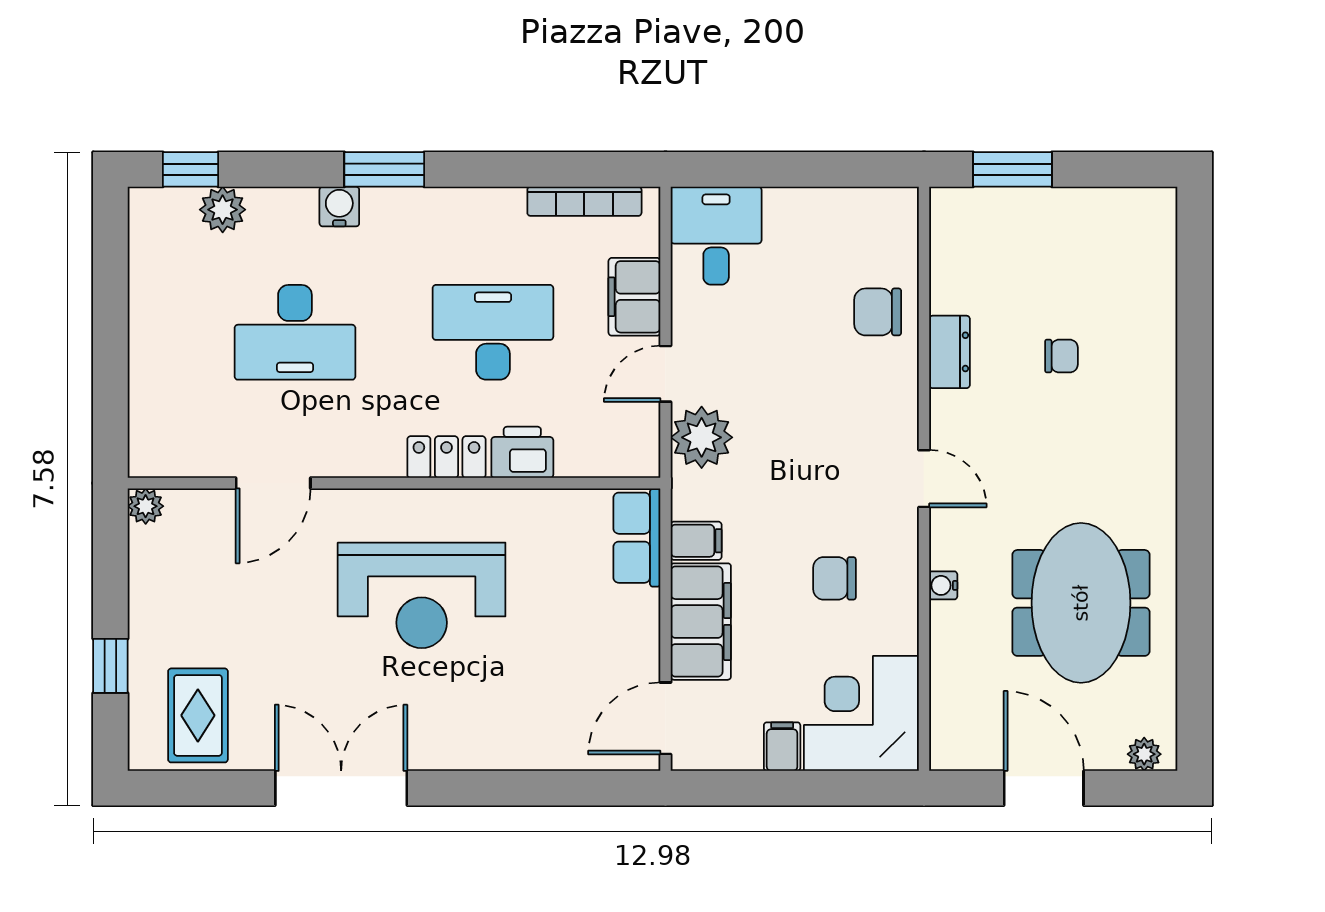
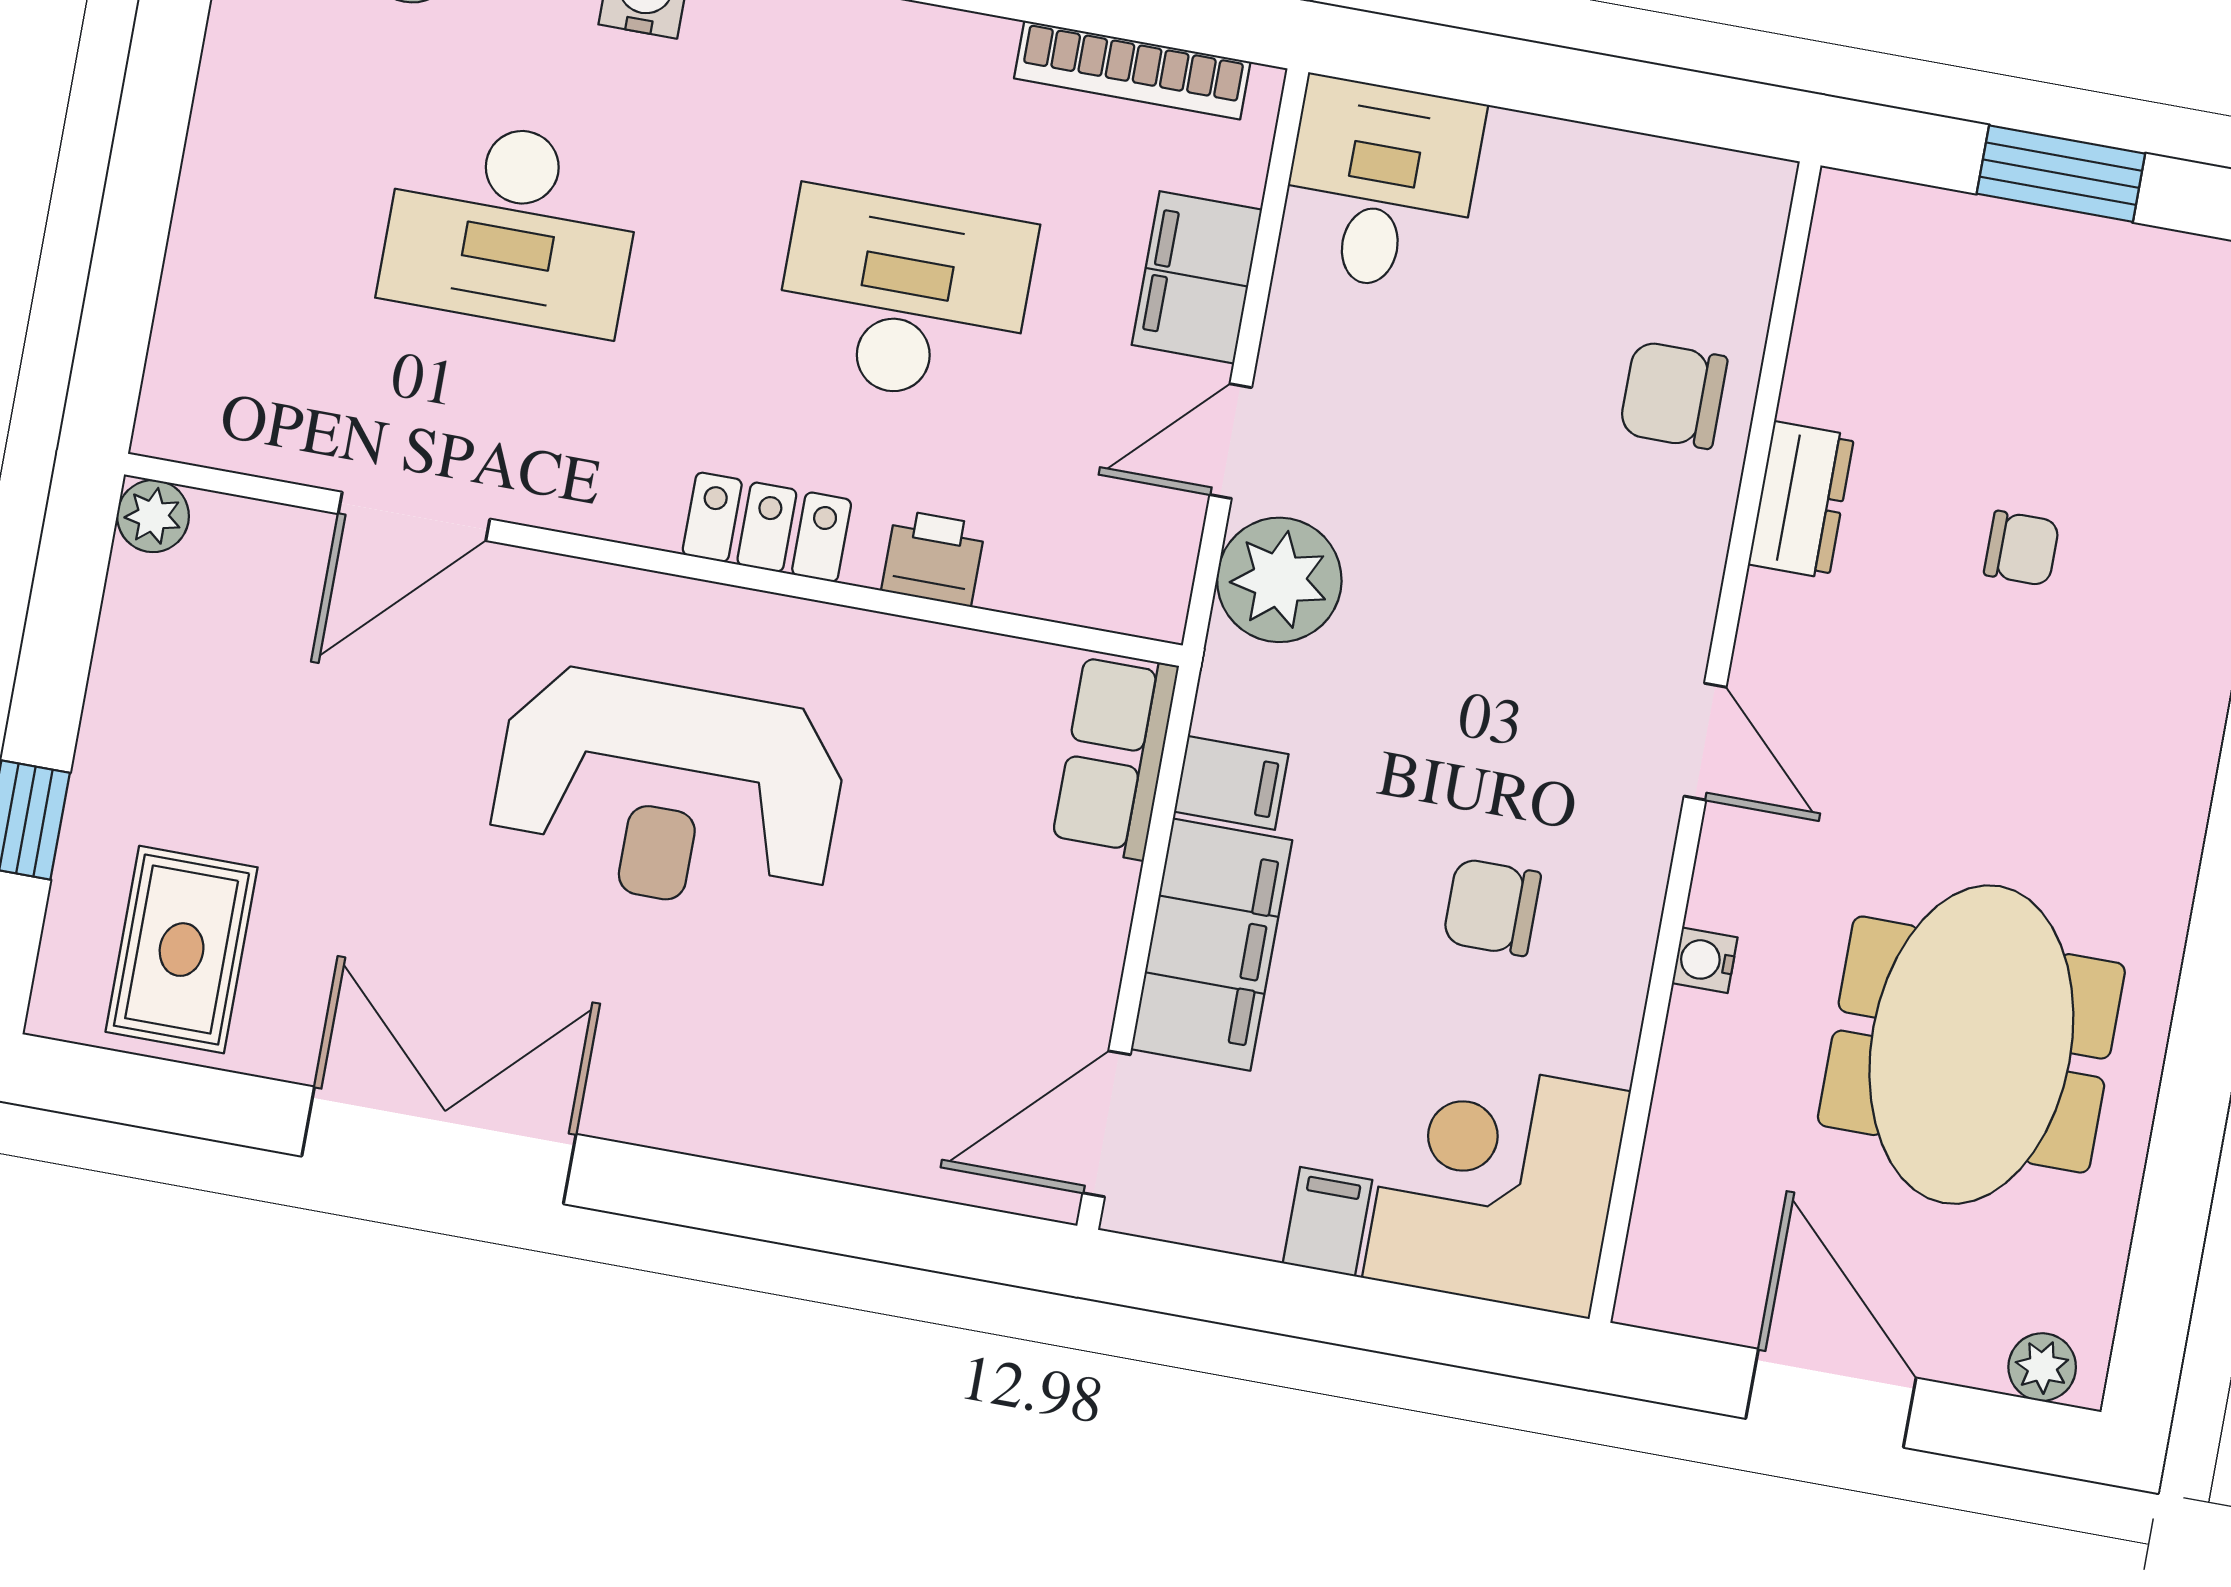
window: (1012, 169) -> (2061, 174), moved
printer: (522, 452) -> (933, 558), width x0.73, depth x0.81

